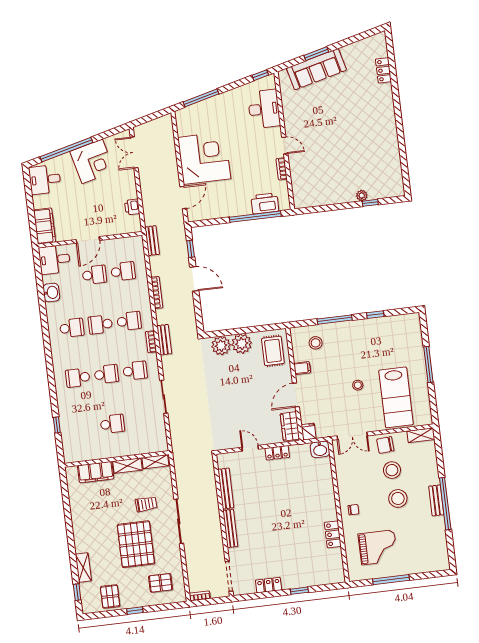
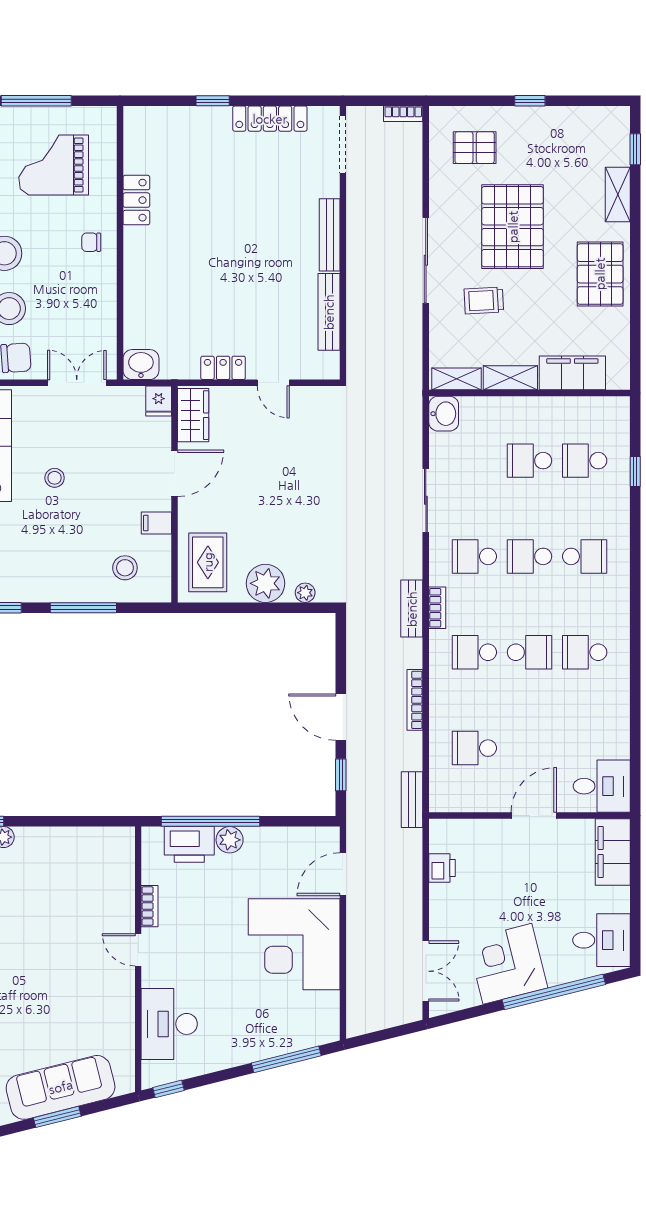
plant: (244, 208) -> (230, 840), added
school desk: (94, 275) -> (585, 461), moved
washbasin: (51, 293) -> (444, 414), moved, turned 180
plant: (221, 346) -> (305, 593), width x0.53, depth x0.53
locker: (269, 585) -> (270, 119), width x1.53
pallet: (110, 596) -> (600, 274), moved, width x1.50, depth x1.42

